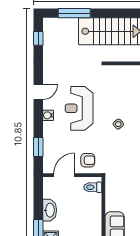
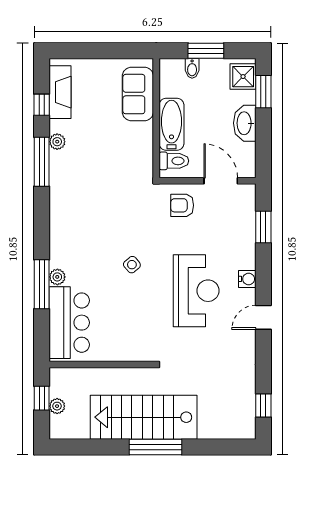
window: (74, 13) -> (155, 447), moved
door: (64, 175) -> (221, 181), swing flipped
bathtub: (94, 210) -> (171, 124), added

